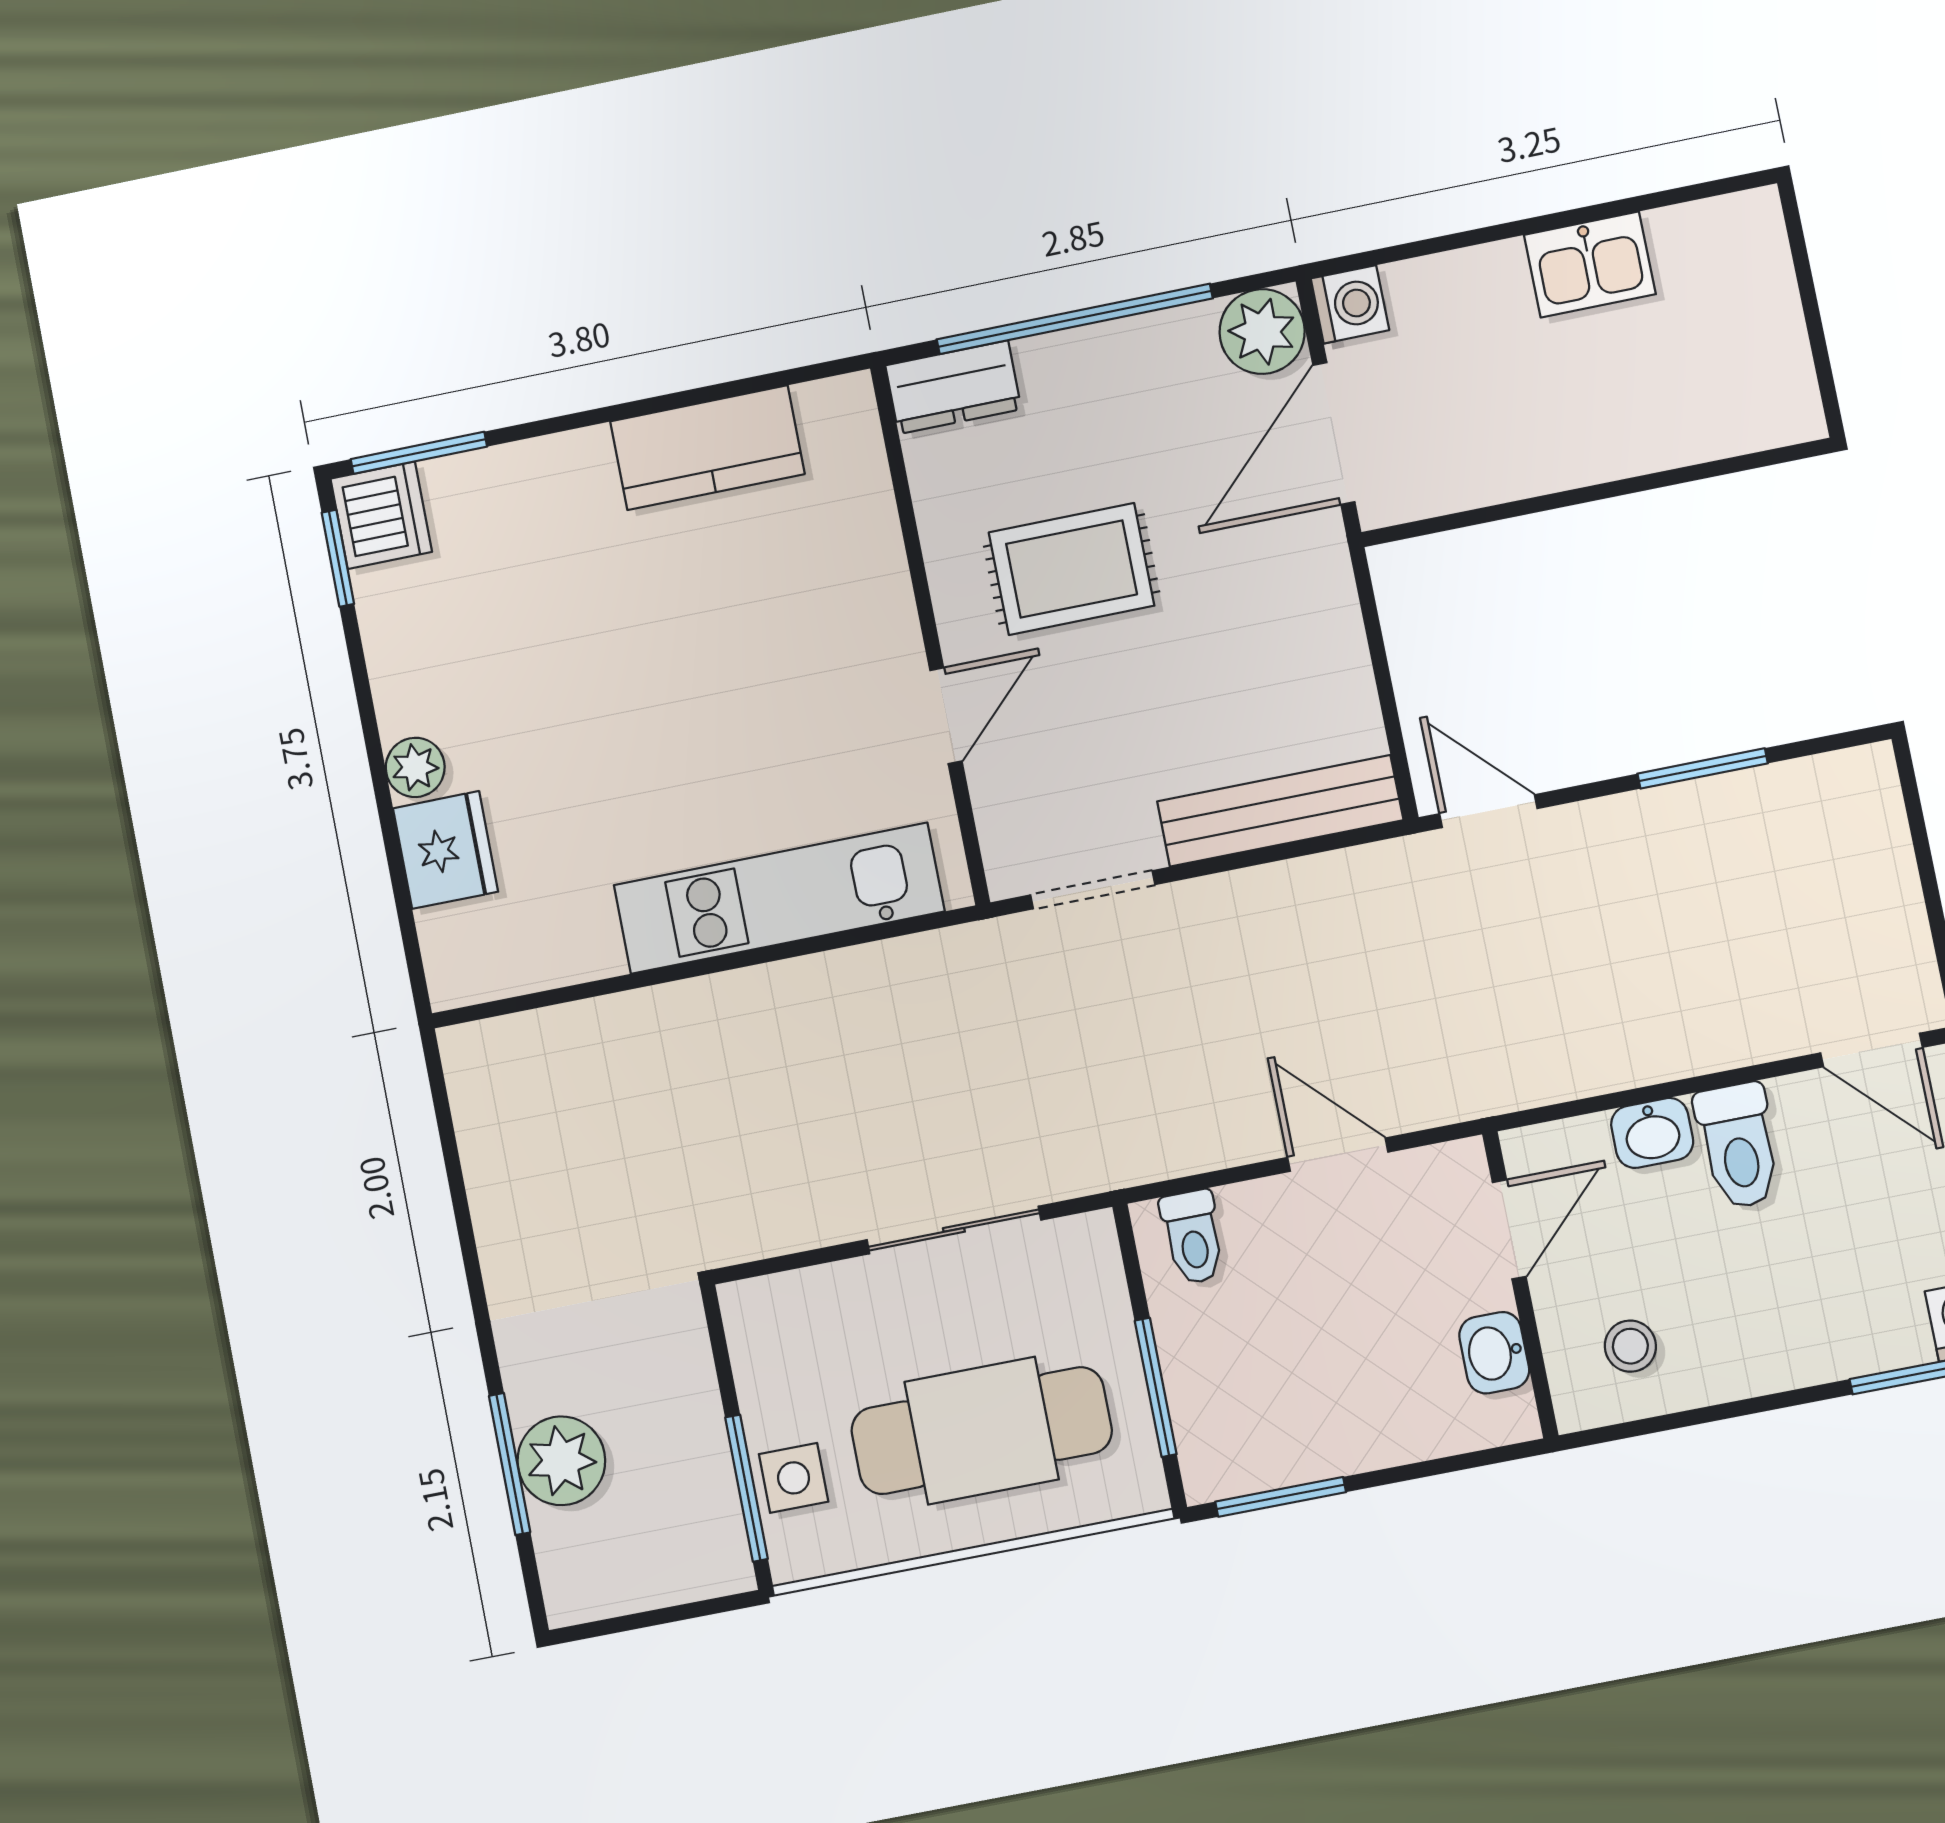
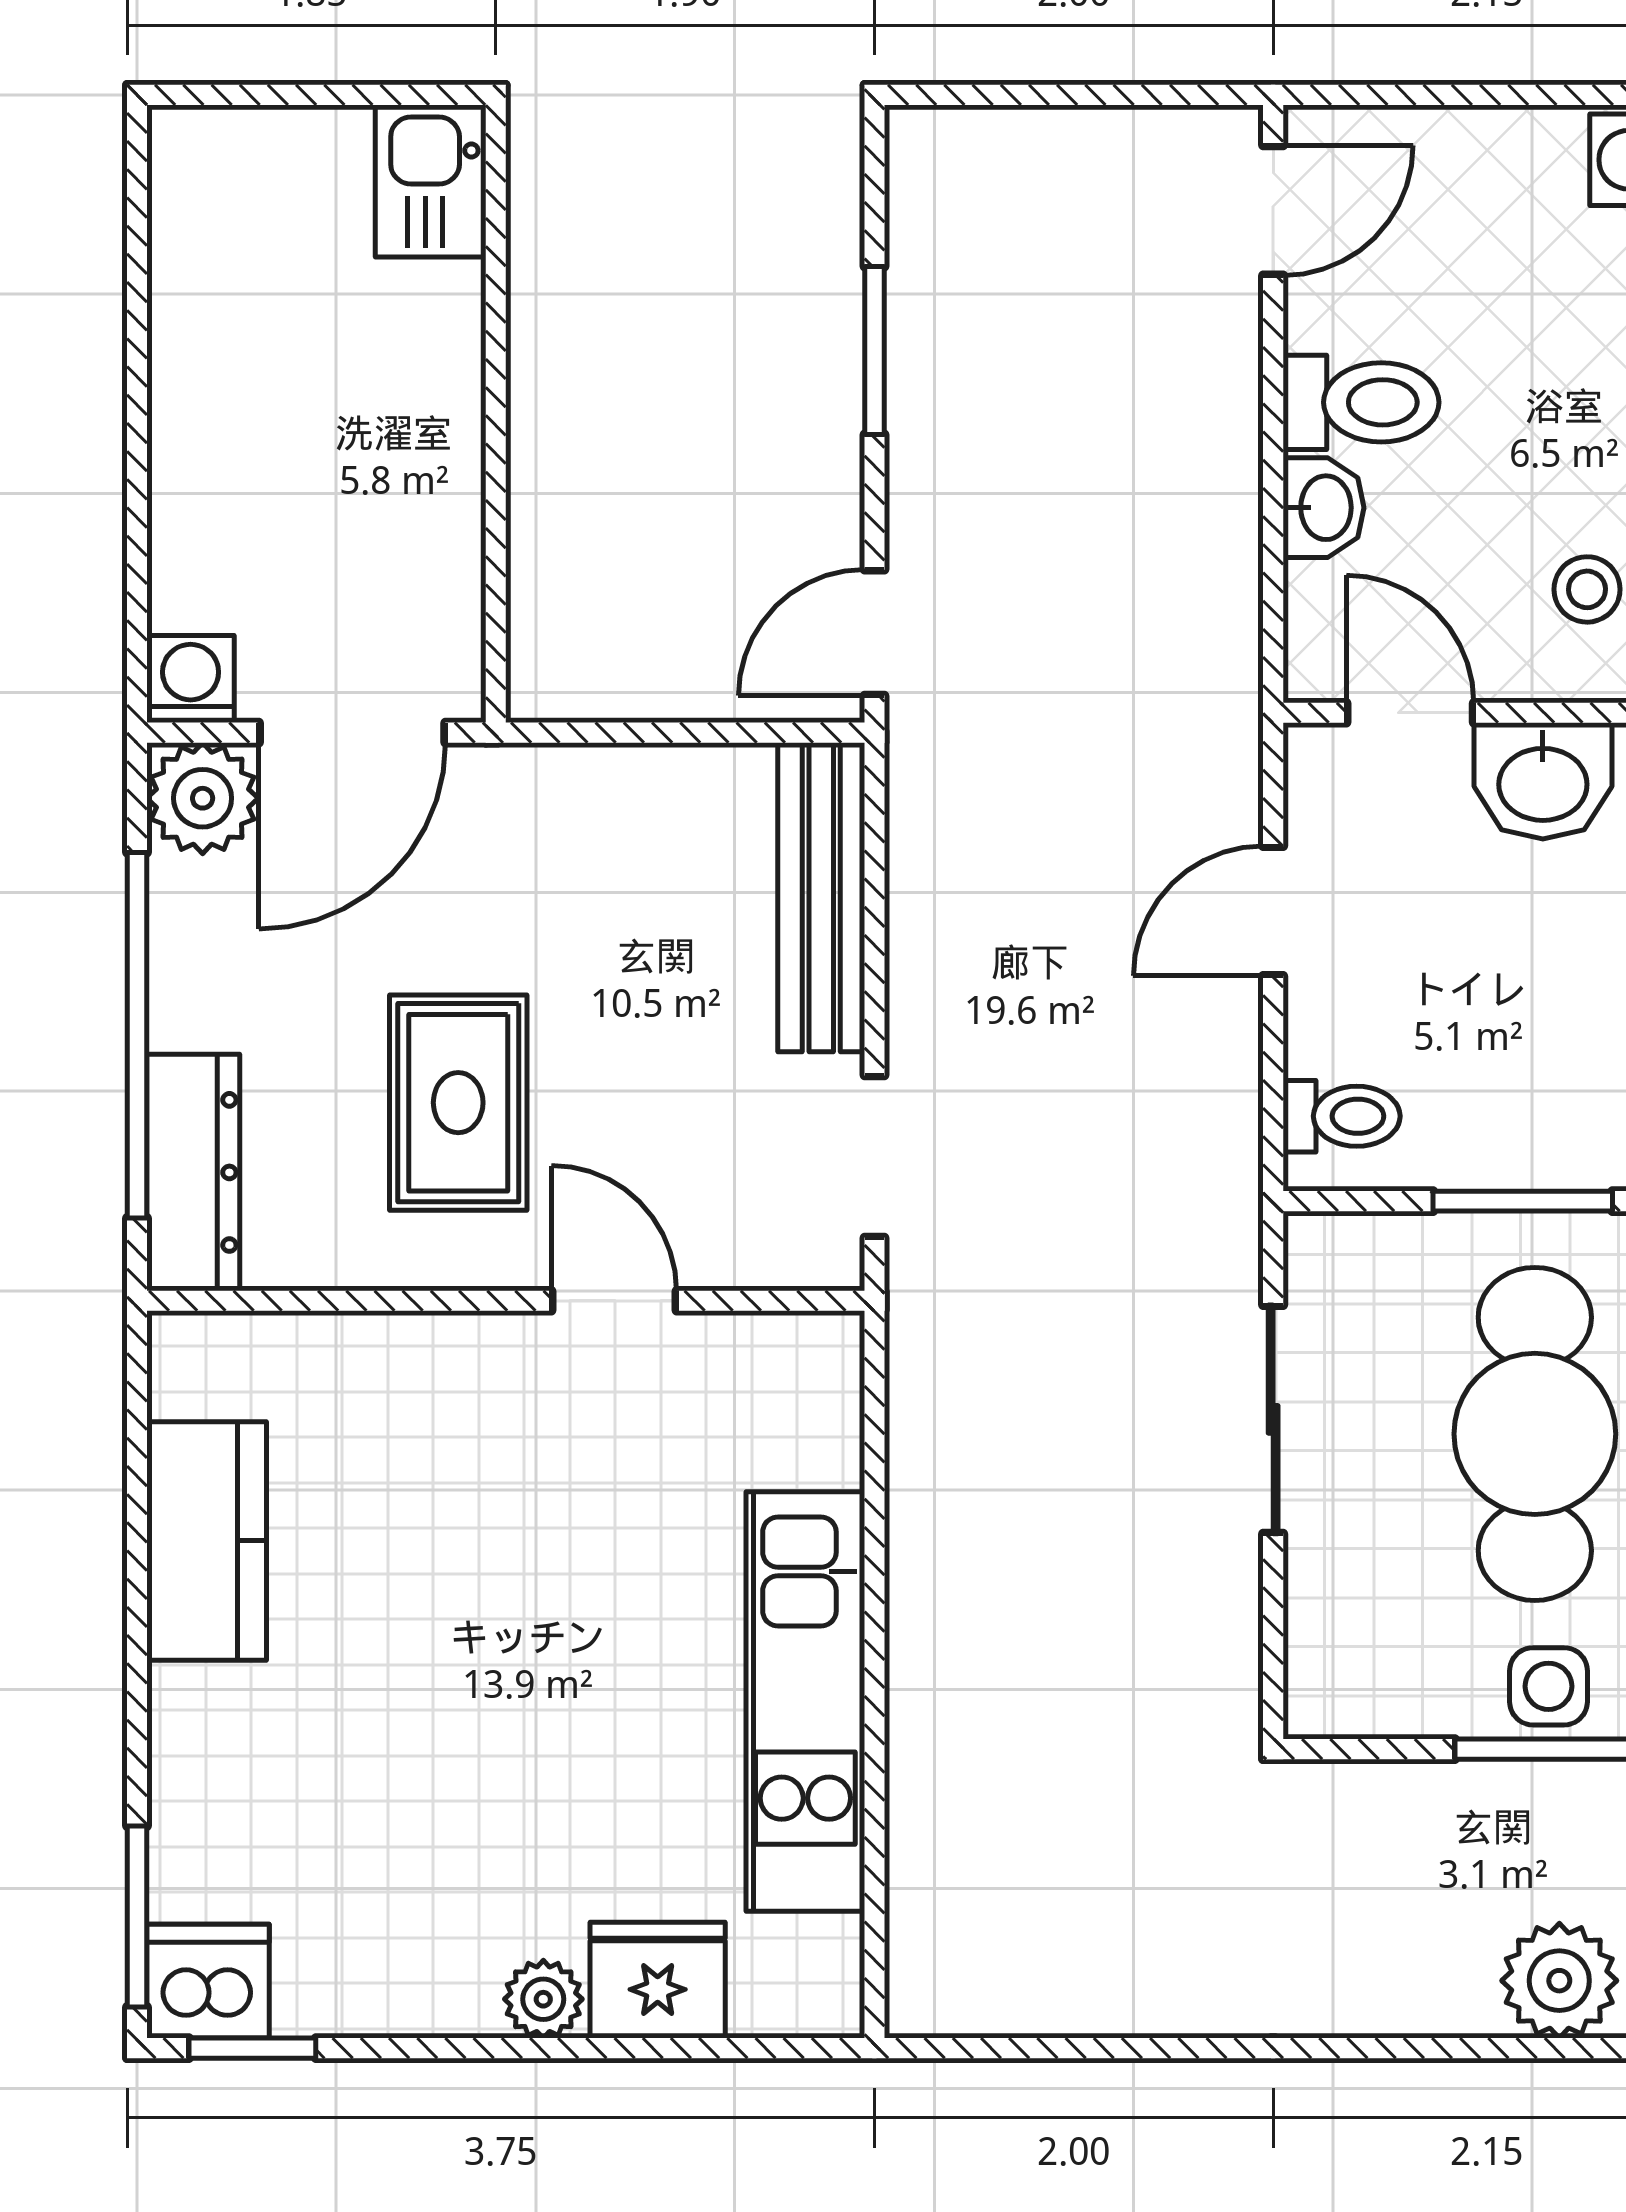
kitchen sink: (1590, 265) -> (431, 181), moved, turned 180
dresser: (953, 387) -> (193, 1172), width x1.44
door: (1334, 433) -> (352, 733), hinge flipped
kitchen unit: (779, 898) -> (805, 1702), moved
washbasin: (1494, 1353) -> (1543, 781), width x1.38, depth x1.45
plant: (561, 1461) -> (1559, 1981), moved
window: (510, 1464) -> (1461, 2048), removed

